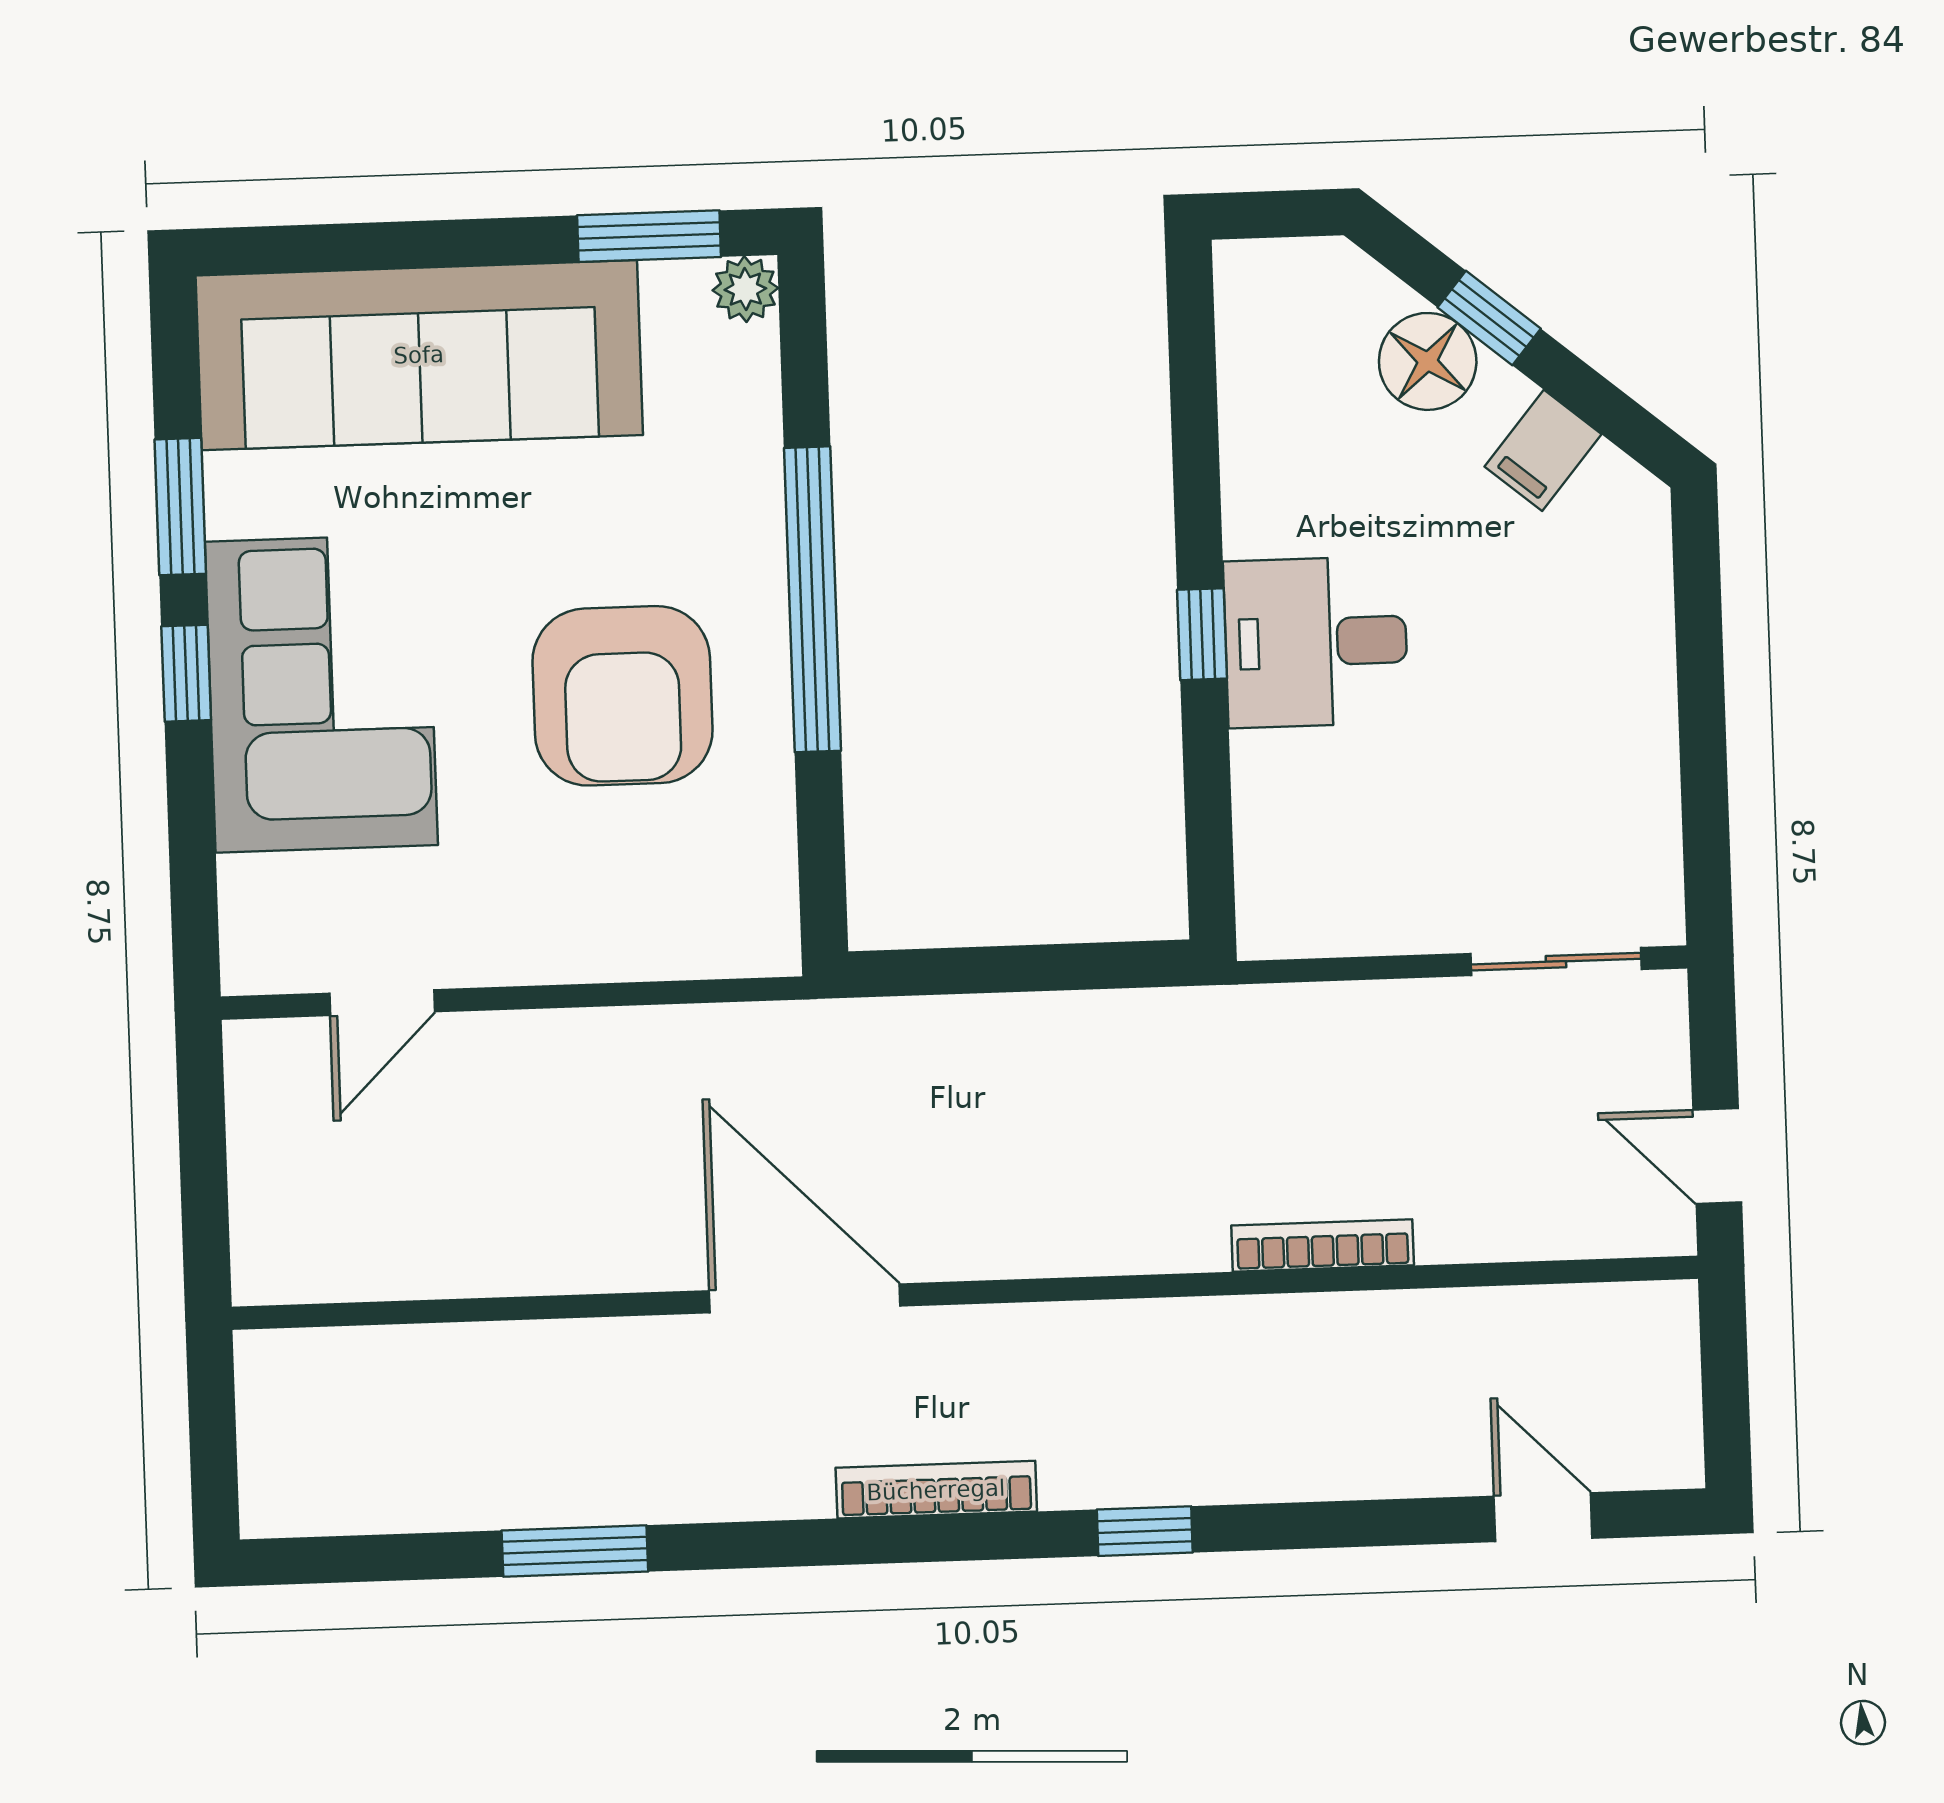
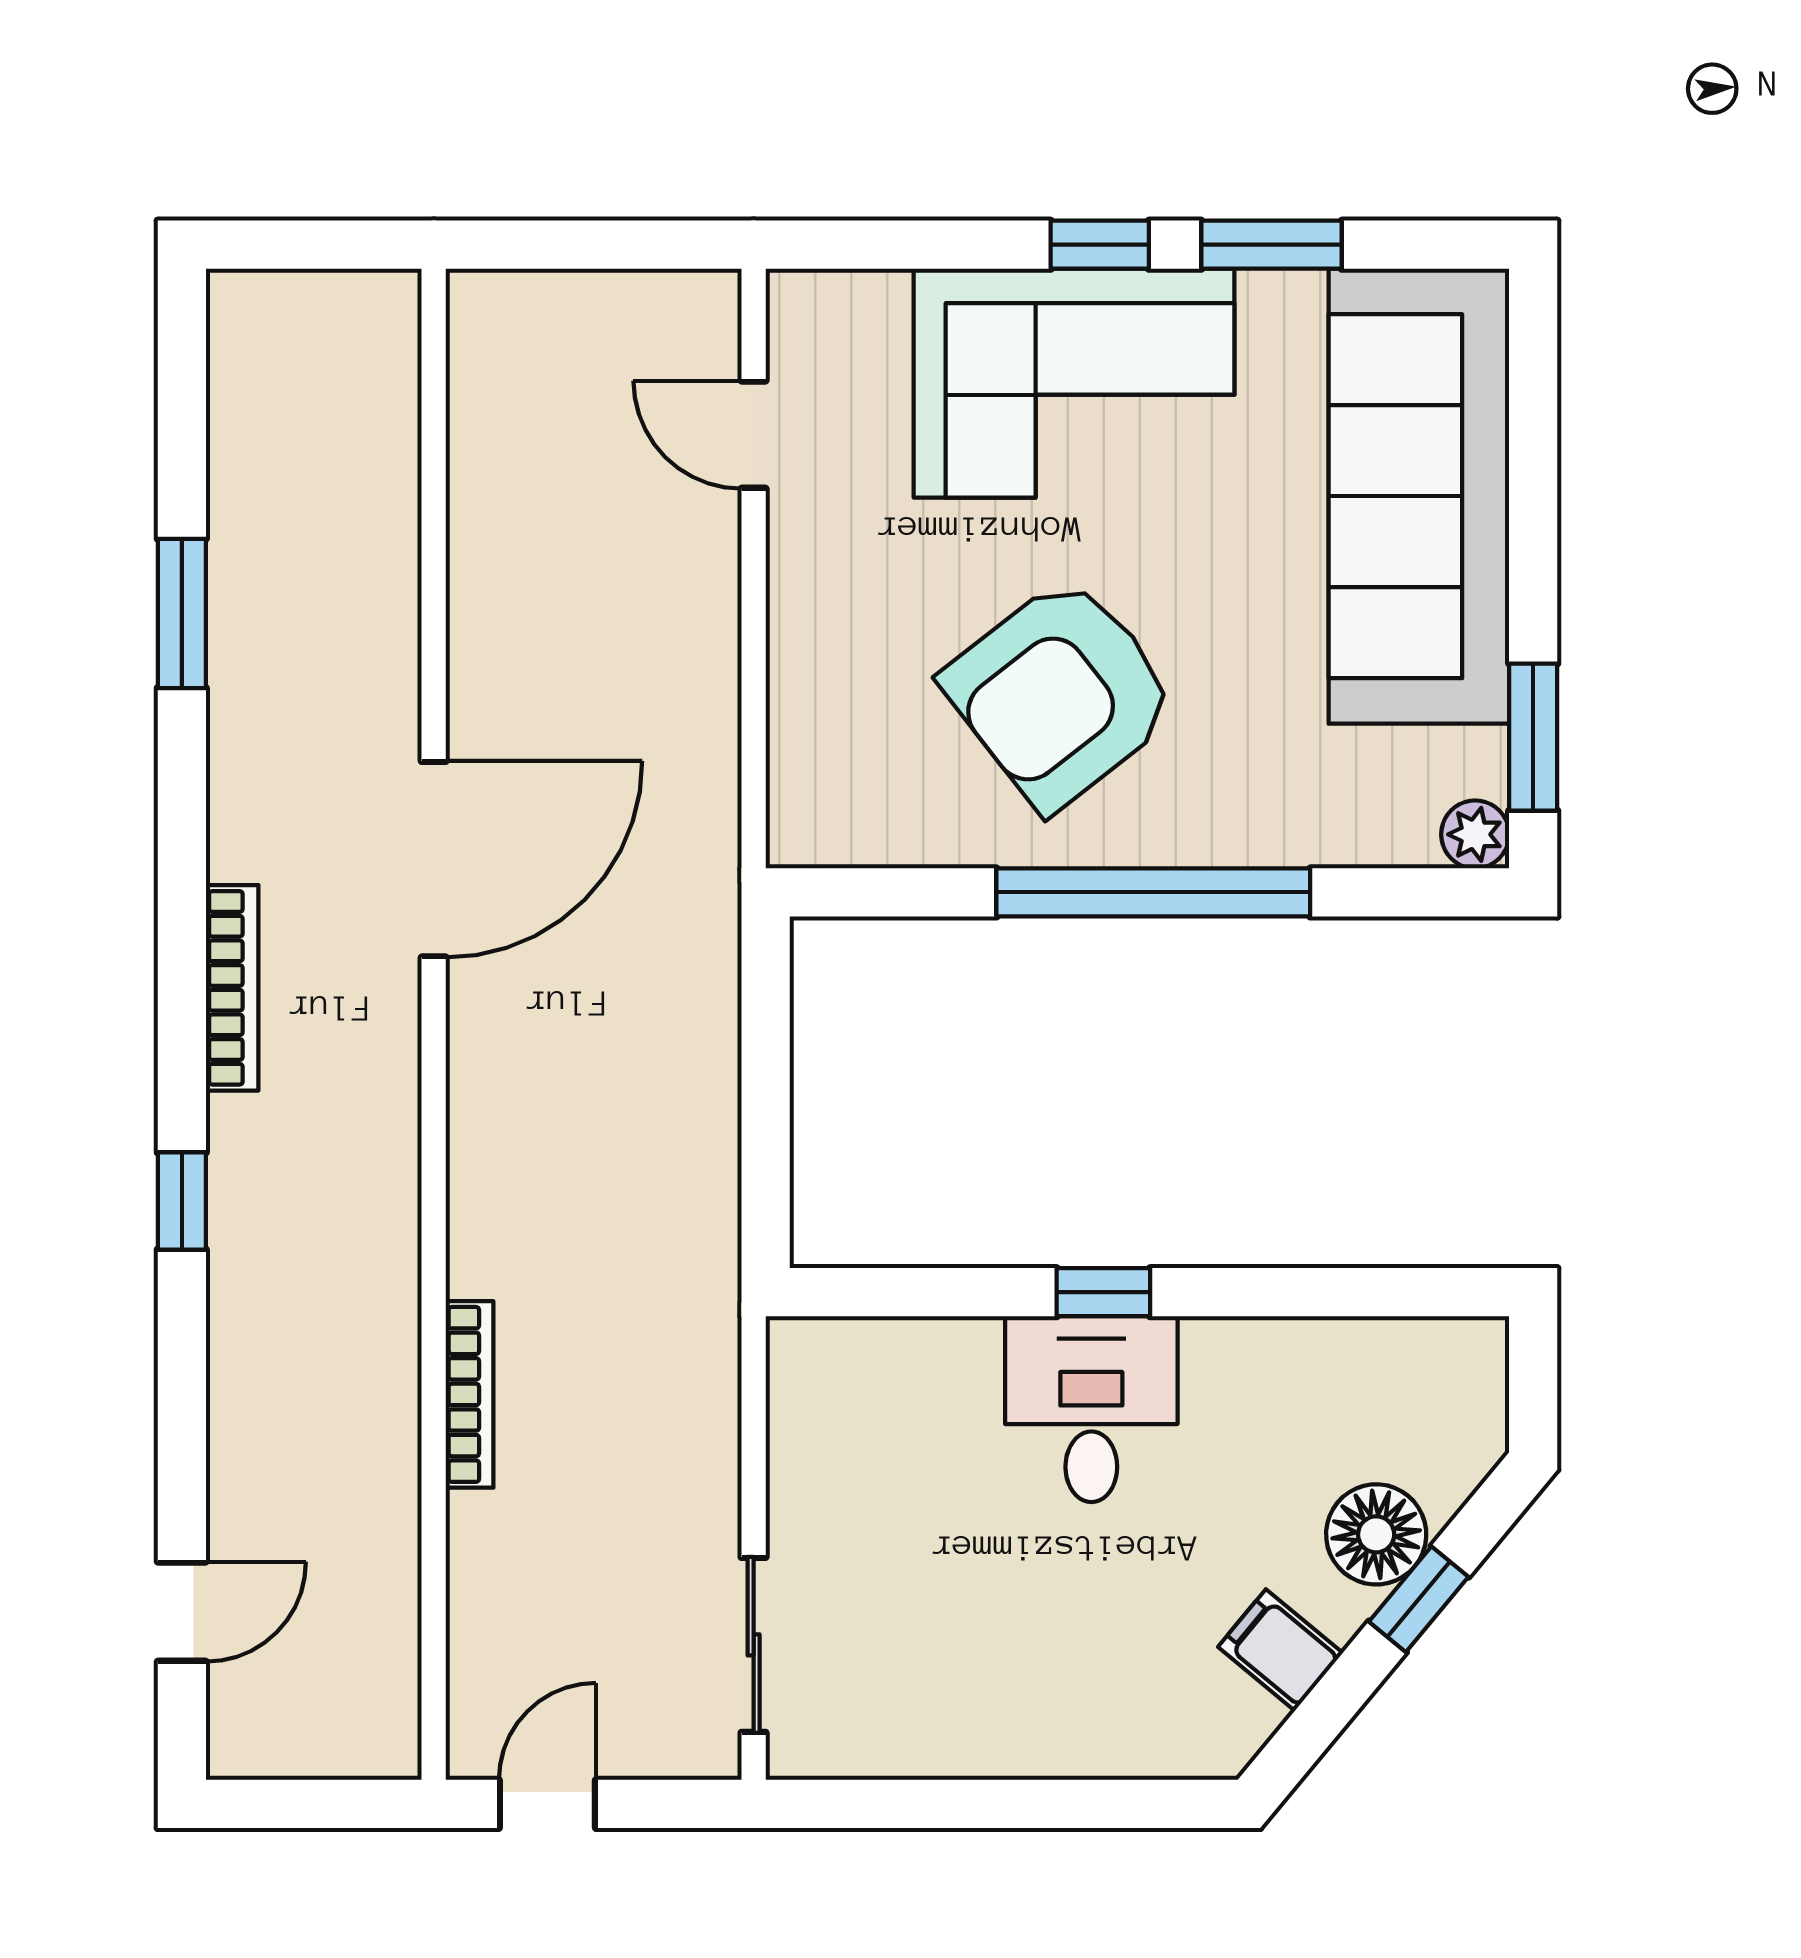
armchair: (622, 696) -> (1061, 693), turned -38

